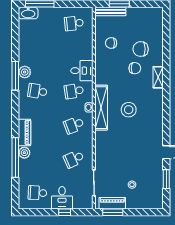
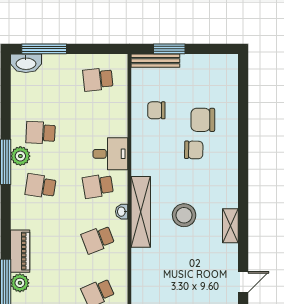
school desk: (37, 57) -> (41, 133), added
shelving: (158, 77) -> (230, 226), moved

